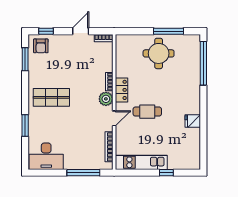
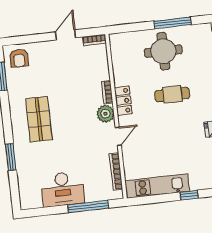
window: (46, 31) -> (23, 40), removed
shop shelf: (51, 97) -> (39, 119), turned 90
cafe table: (147, 112) -> (172, 95), moved
desk: (46, 156) -> (63, 189), moved

